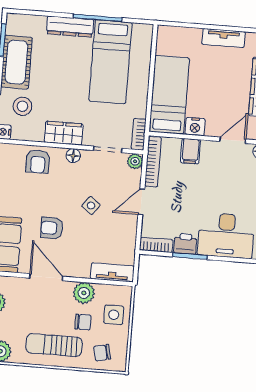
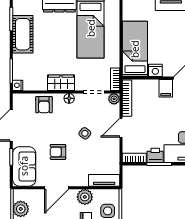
stool: (22, 106) -> (30, 66), removed
filing cabinet: (190, 151) -> (166, 88), moved
door: (46, 277) -> (57, 188), swing flipped

